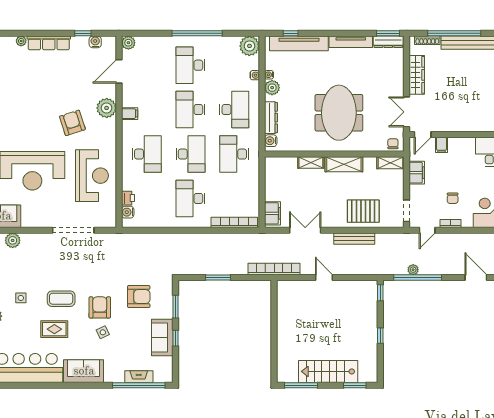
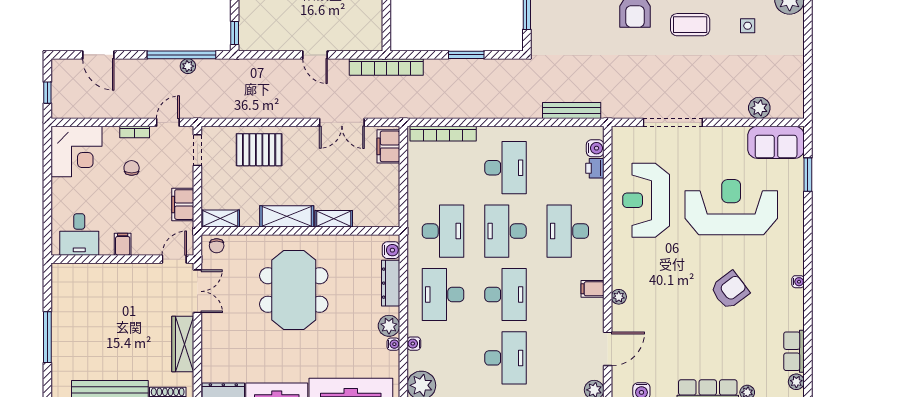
plant: (107, 108) -> (619, 297), width x0.53, depth x0.53
armchair: (72, 123) -> (730, 290), moved, turned -109
filing cabinet: (441, 145) -> (123, 244), moved
bench: (354, 239) -> (572, 110), moved
armchair: (139, 297) -> (579, 28), removed

